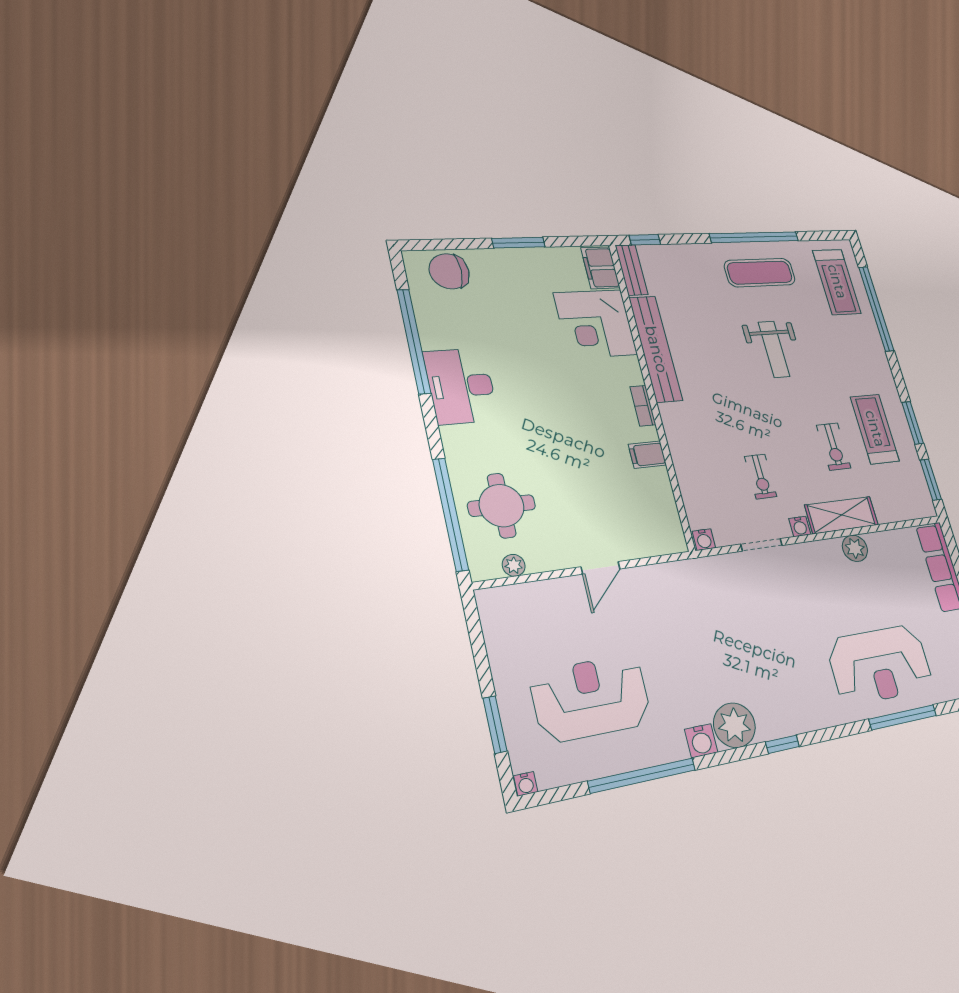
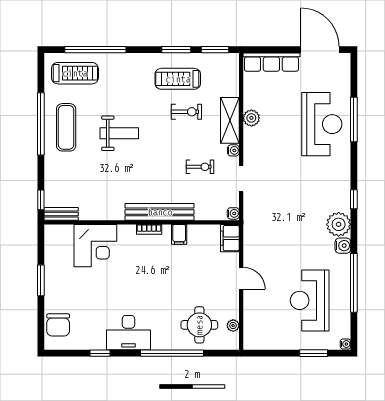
filing cabinet: (600, 268) -> (230, 238), moved, turned 90
window: (414, 341) -> (100, 353), width x0.32
bench: (656, 349) -> (160, 212), moved
window: (450, 514) -> (172, 353), moved

